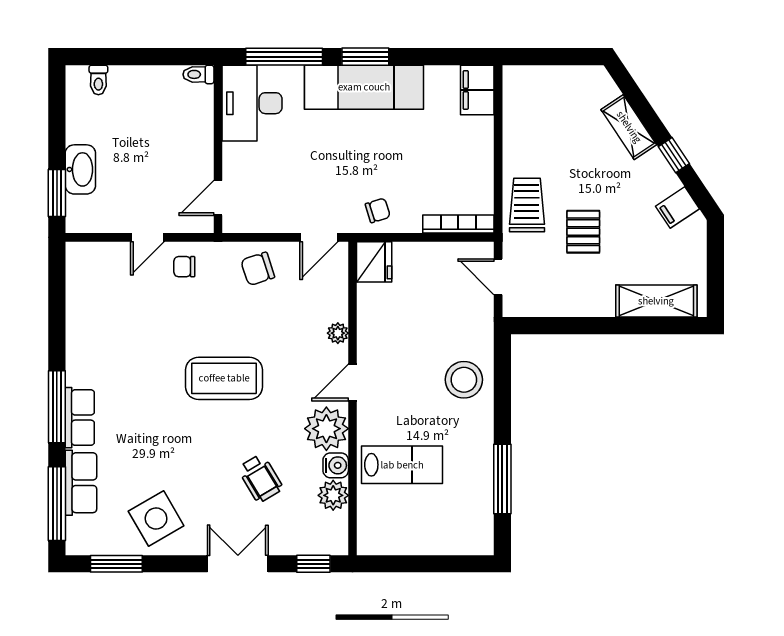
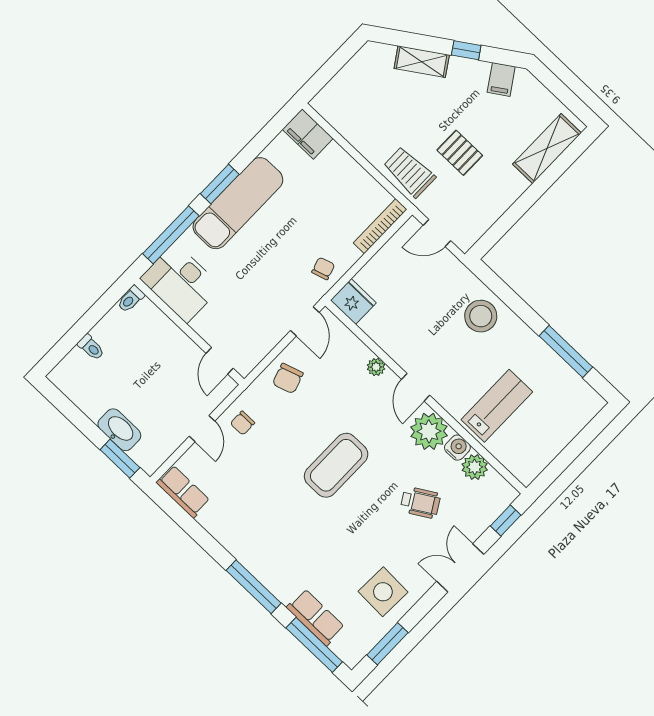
toilet: (98, 80) -> (91, 347), moved
row of seats: (80, 418) -> (183, 492), moved
side table: (156, 518) -> (383, 592), turned 32

